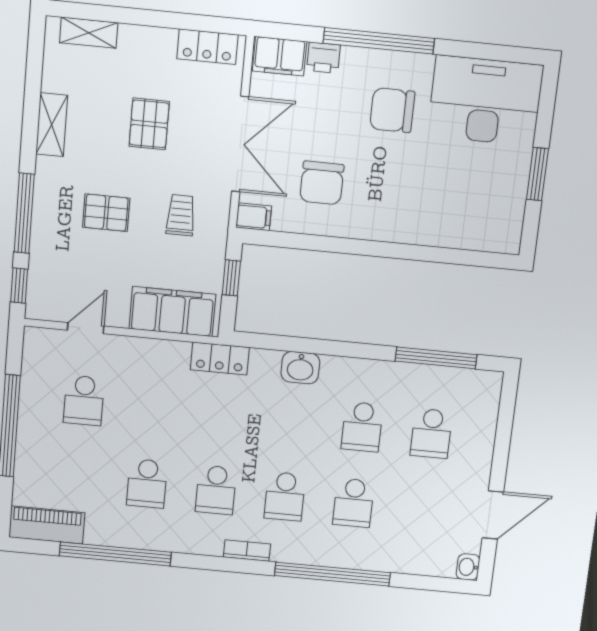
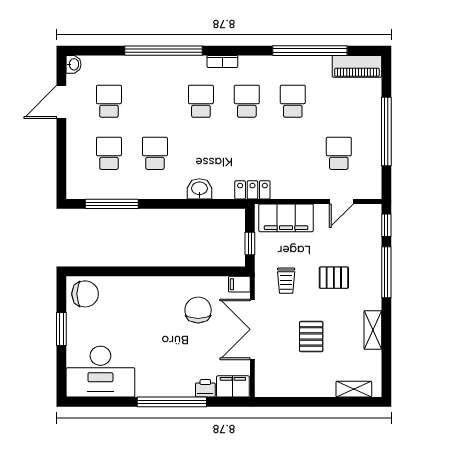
locker: (207, 47) -> (279, 388), removed
chair: (392, 110) -> (85, 294), moved
school desk: (353, 503) -> (109, 101), moved

